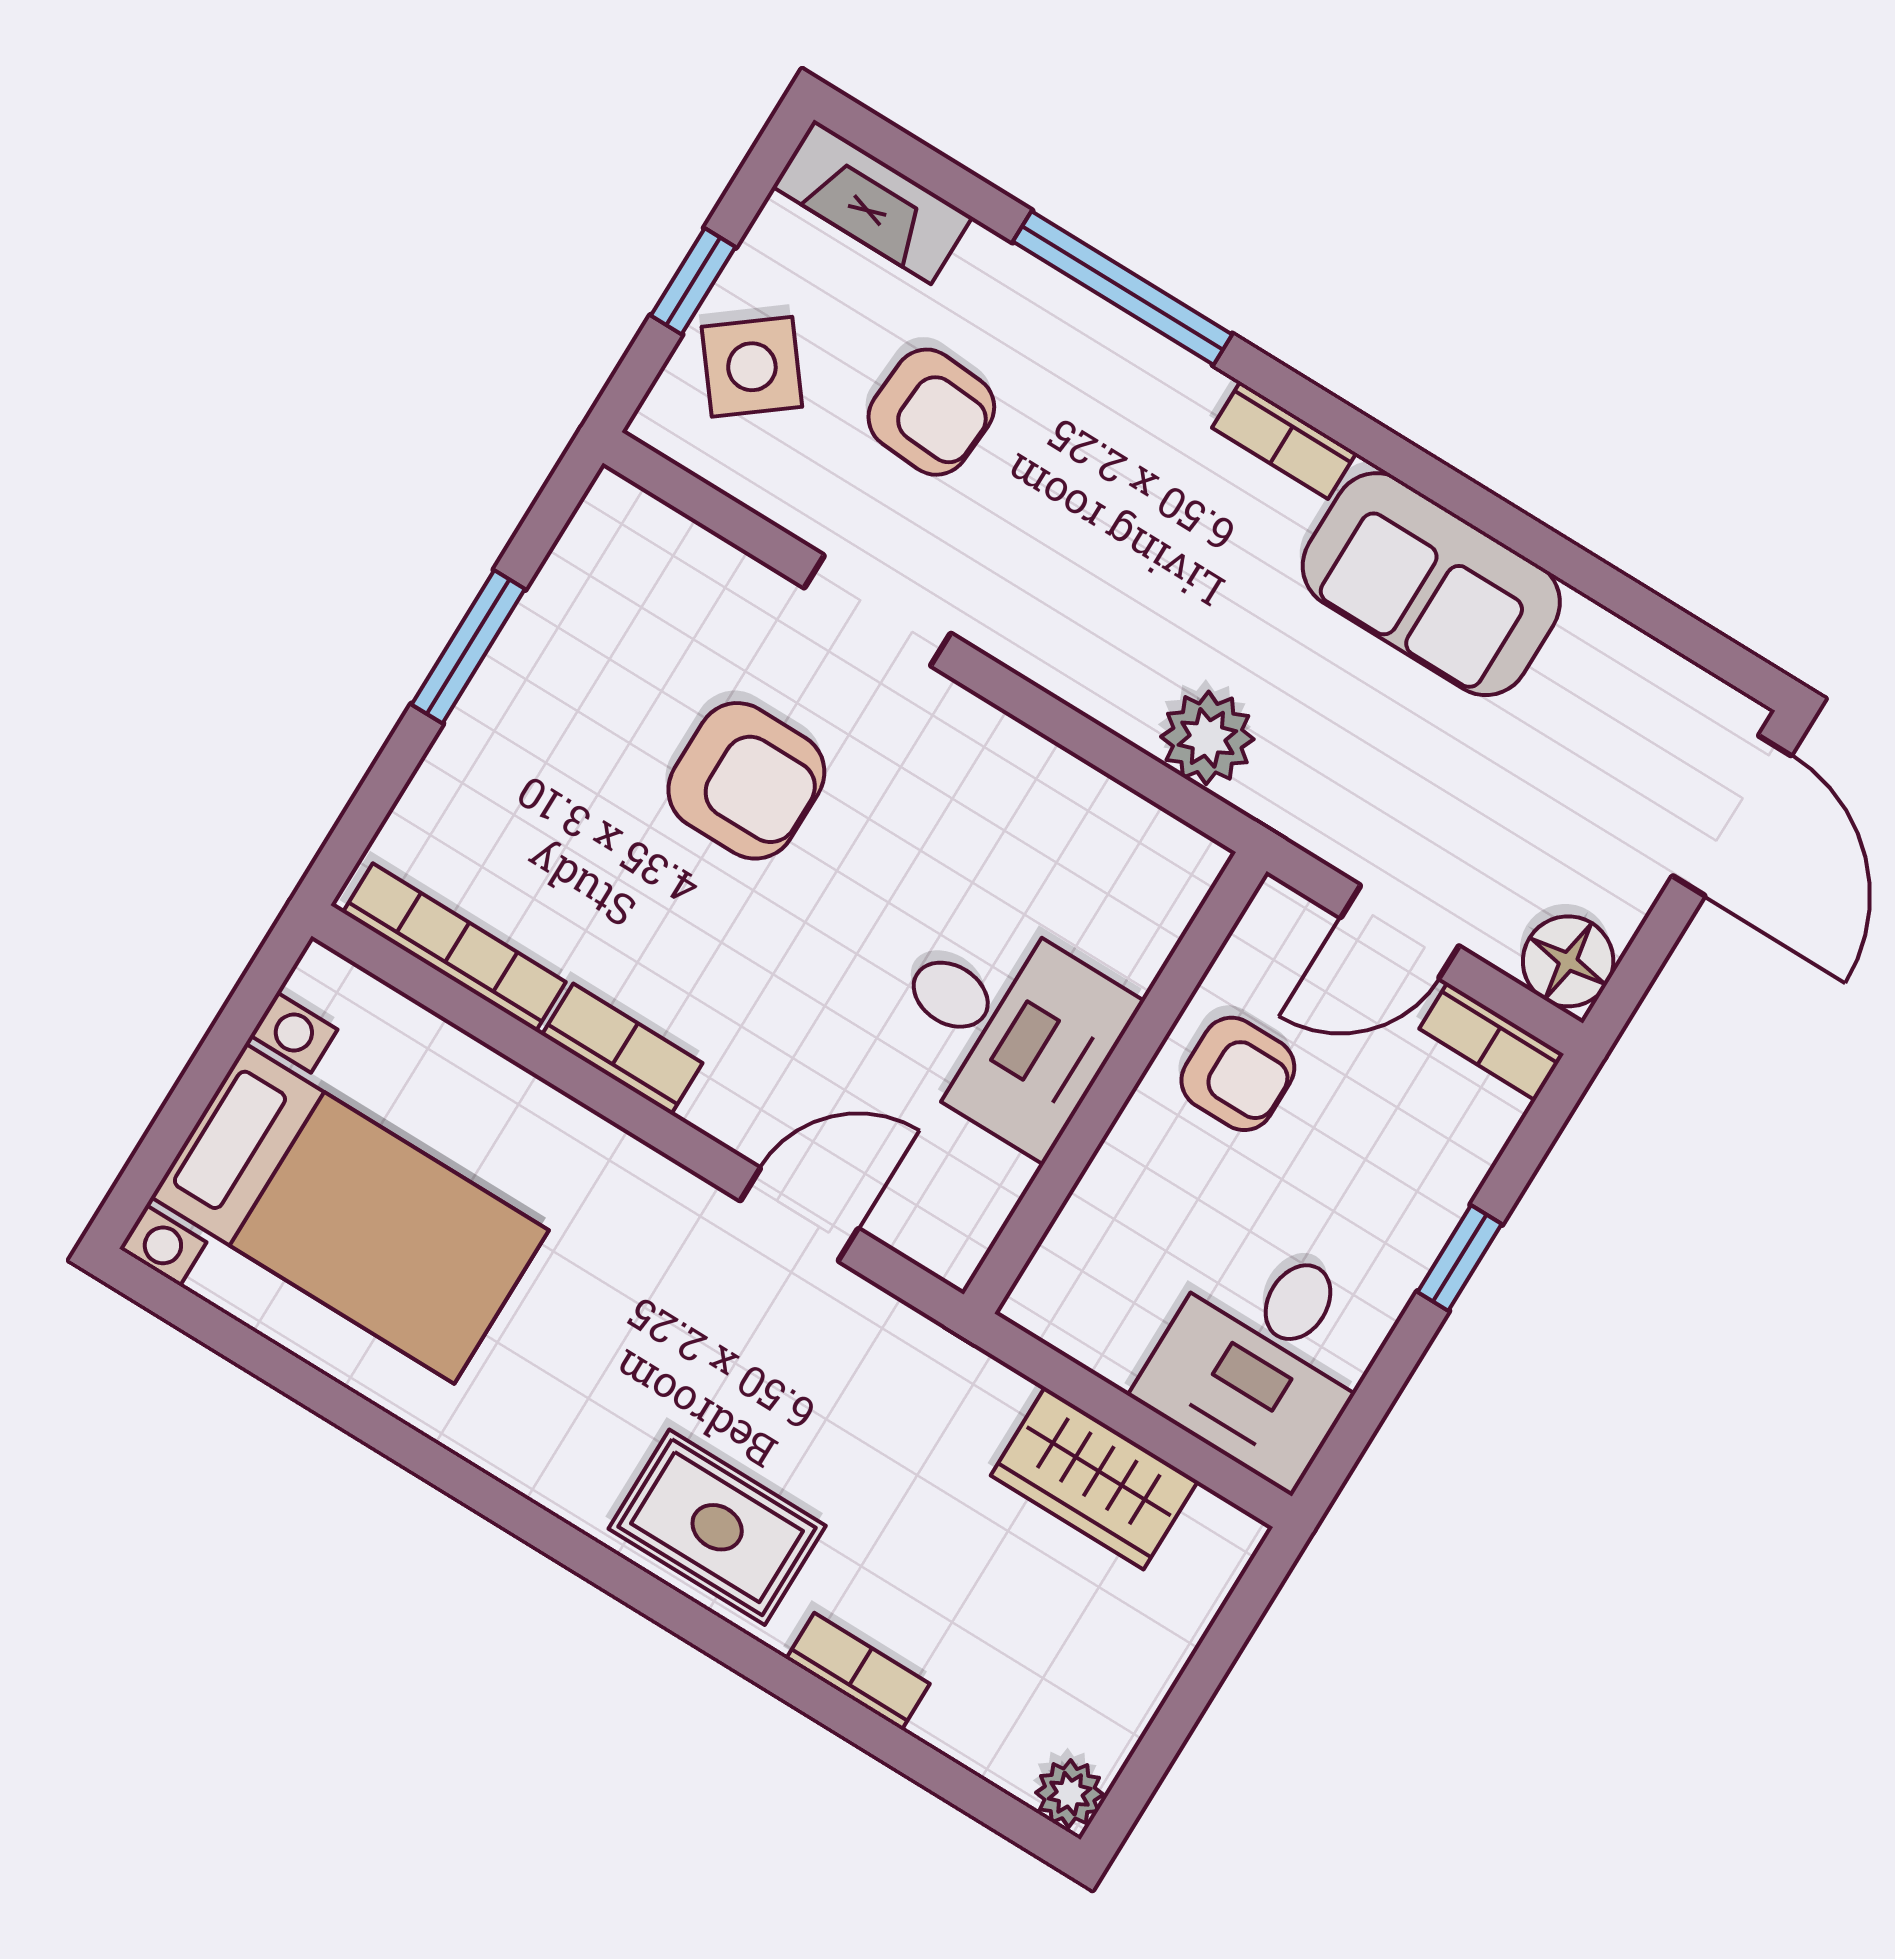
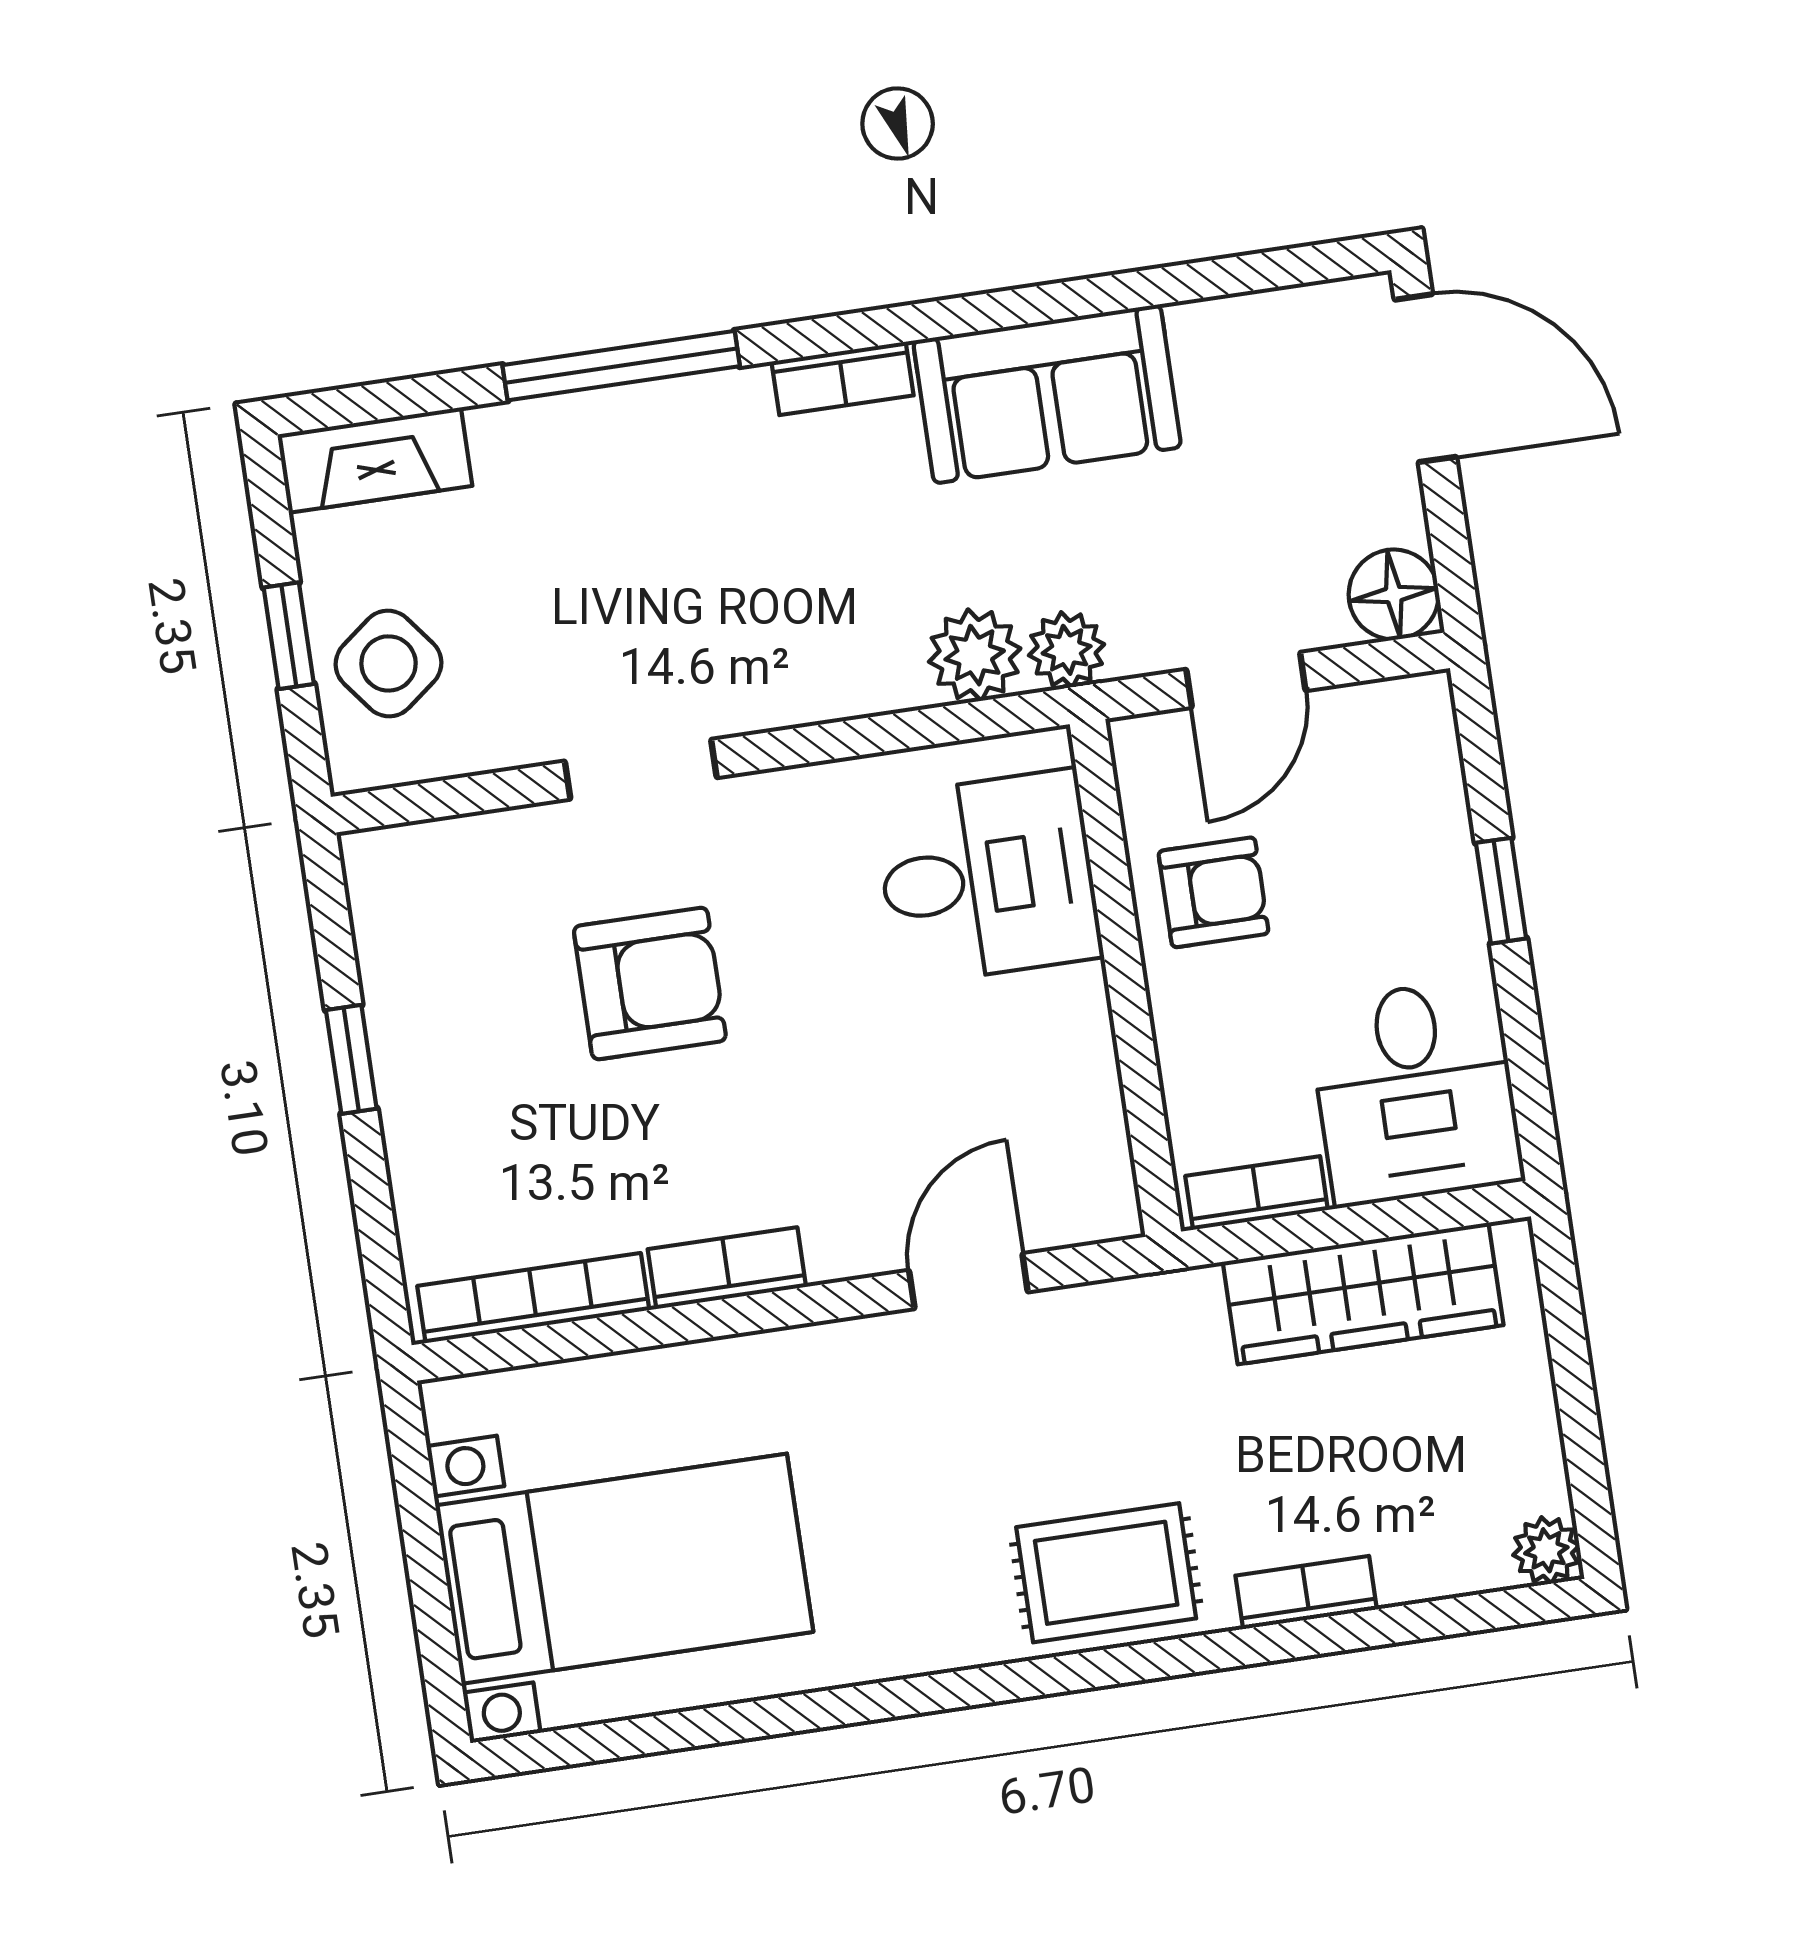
armchair: (931, 412) -> (555, 583), removed
window: (468, 647) -> (351, 1059), width x0.67
plant: (1281, 793) -> (1067, 650), added
desk: (1006, 1028) -> (988, 877), moved
bookcase: (1492, 1042) -> (1257, 1193), moved, turned 180
wardrobe: (1094, 1478) -> (1363, 1293), width x1.50

